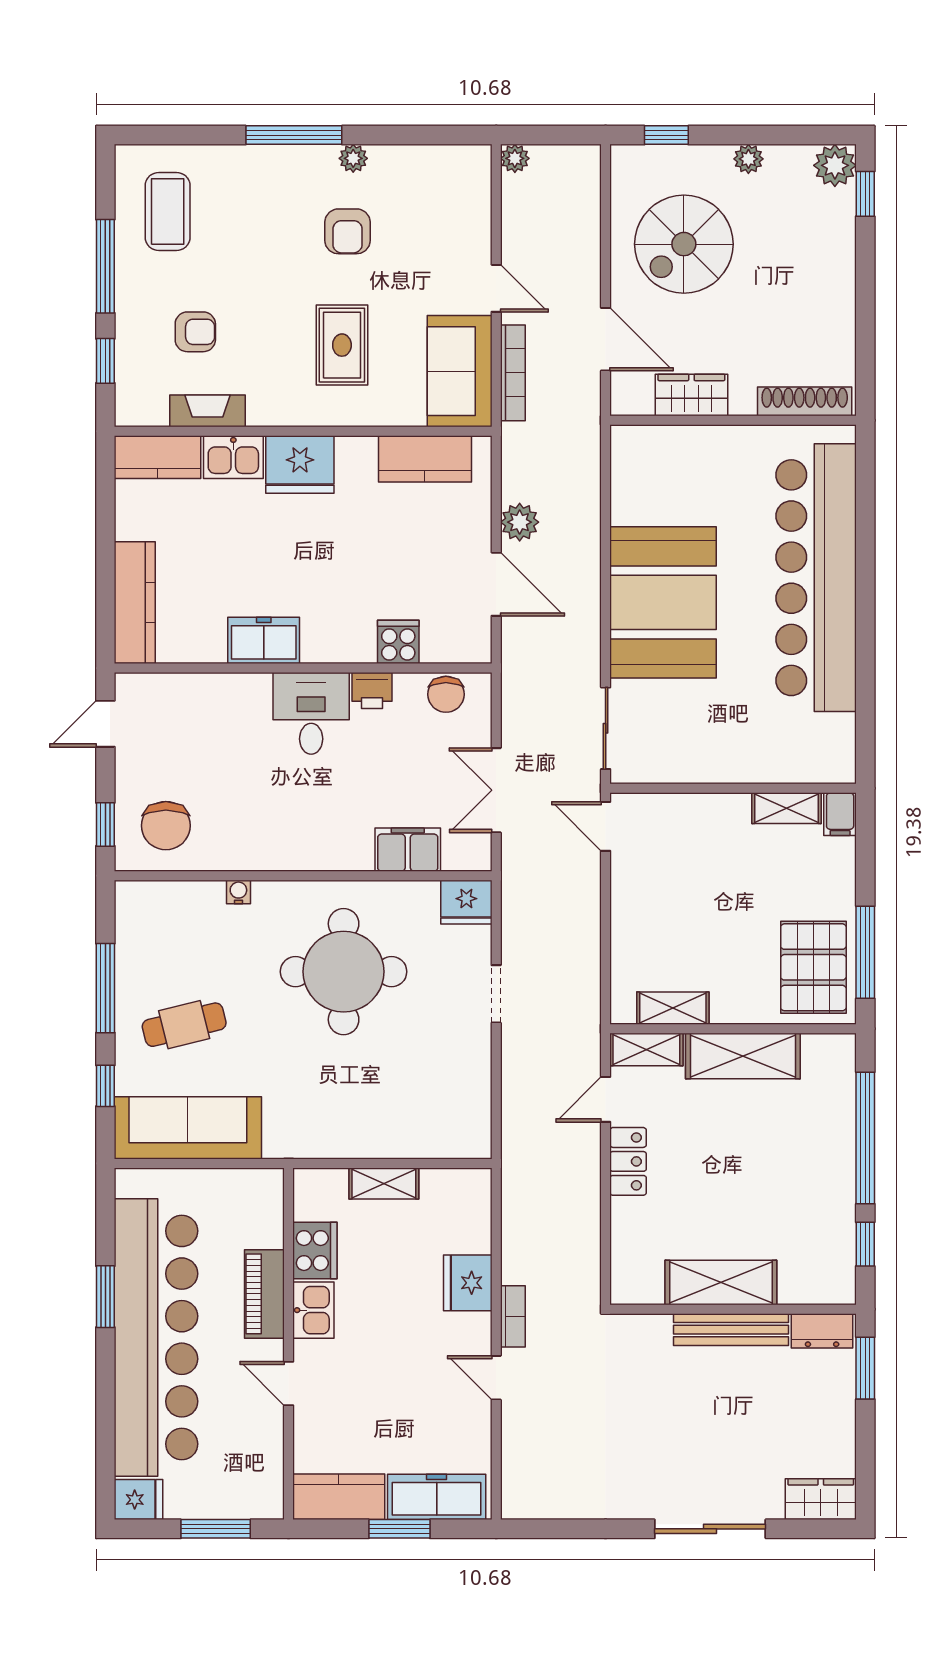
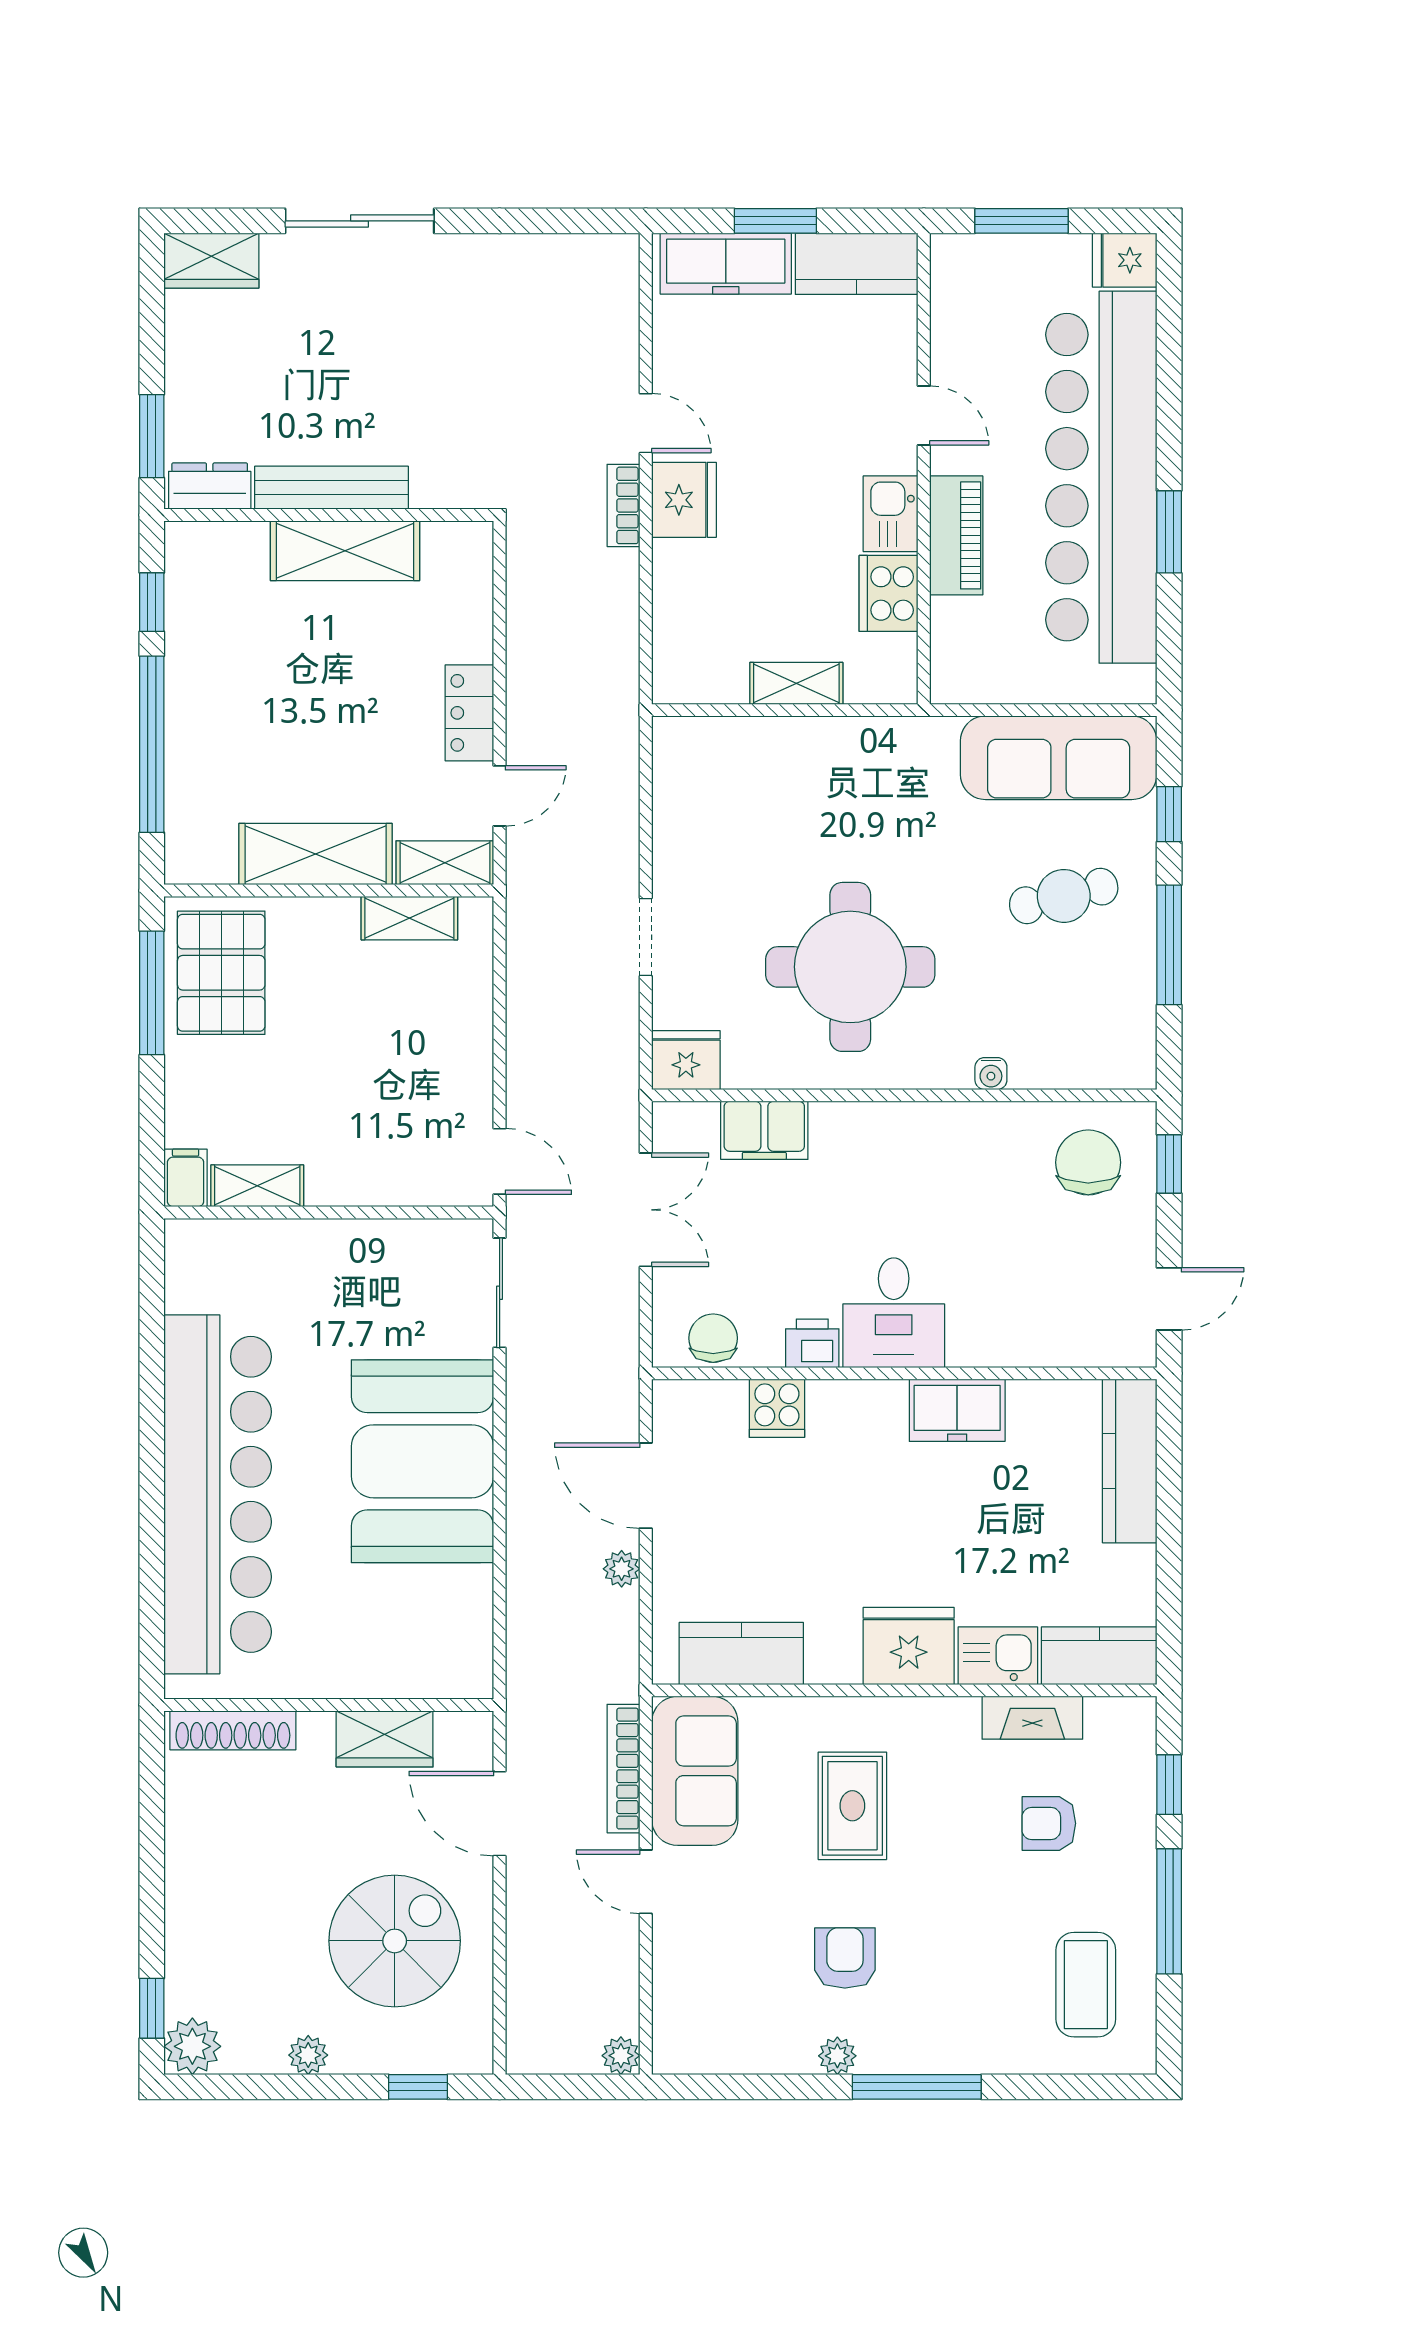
plant: (520, 522) -> (622, 1569), width x0.73, depth x0.73
fridge: (468, 1283) -> (684, 500), moved

